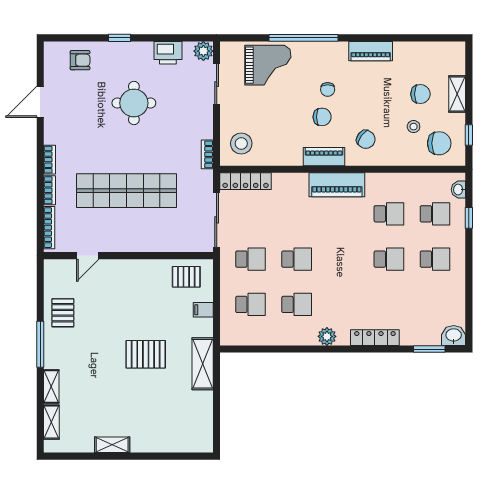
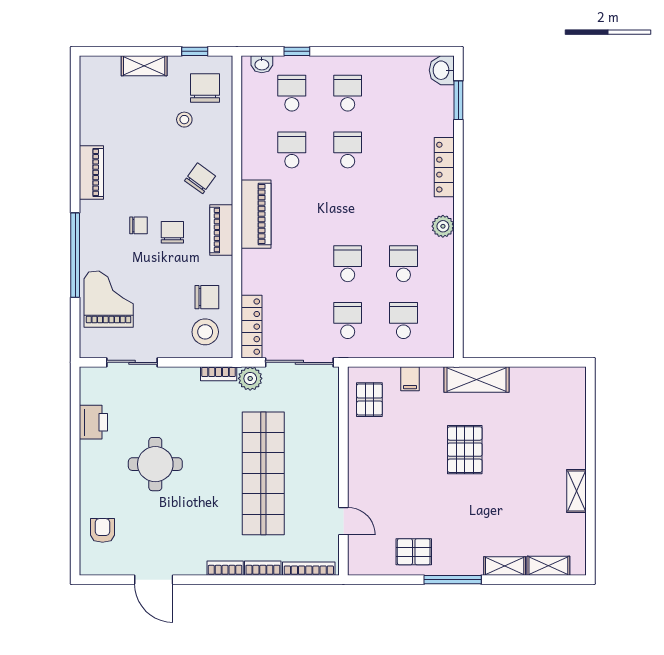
window: (119, 38) -> (75, 482), removed
plant: (203, 51) -> (250, 378), moved
chair: (421, 94) -> (207, 297), moved, turned 90

